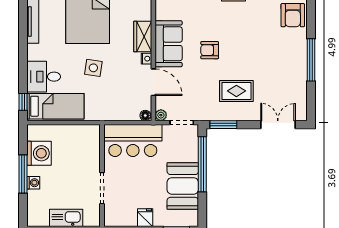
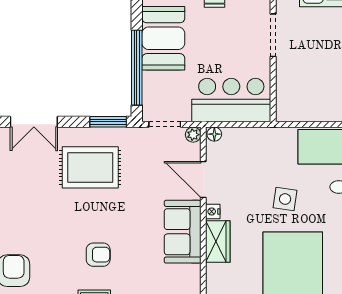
armchair: (210, 50) -> (98, 255), moved
rug: (236, 91) -> (90, 167), width x1.36, depth x1.43

